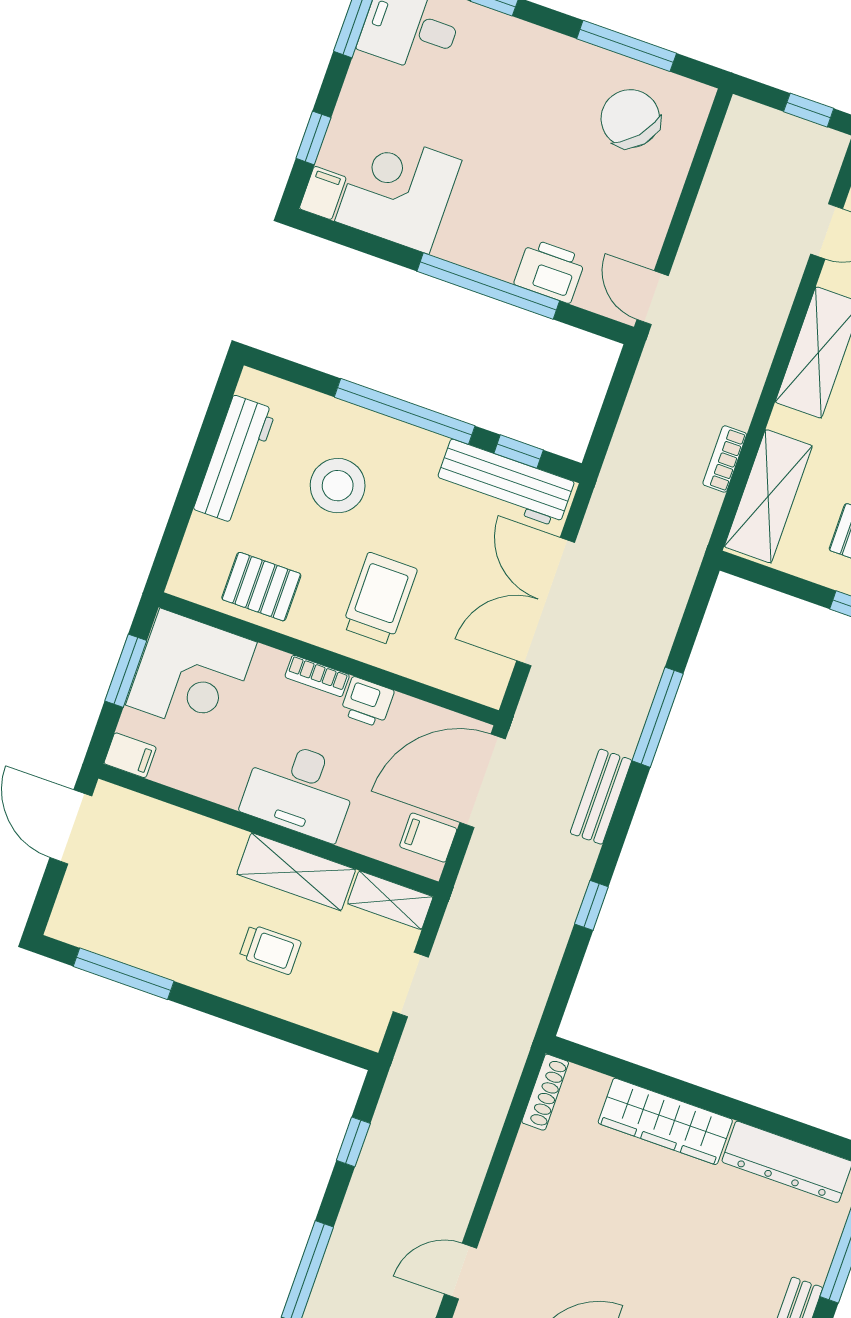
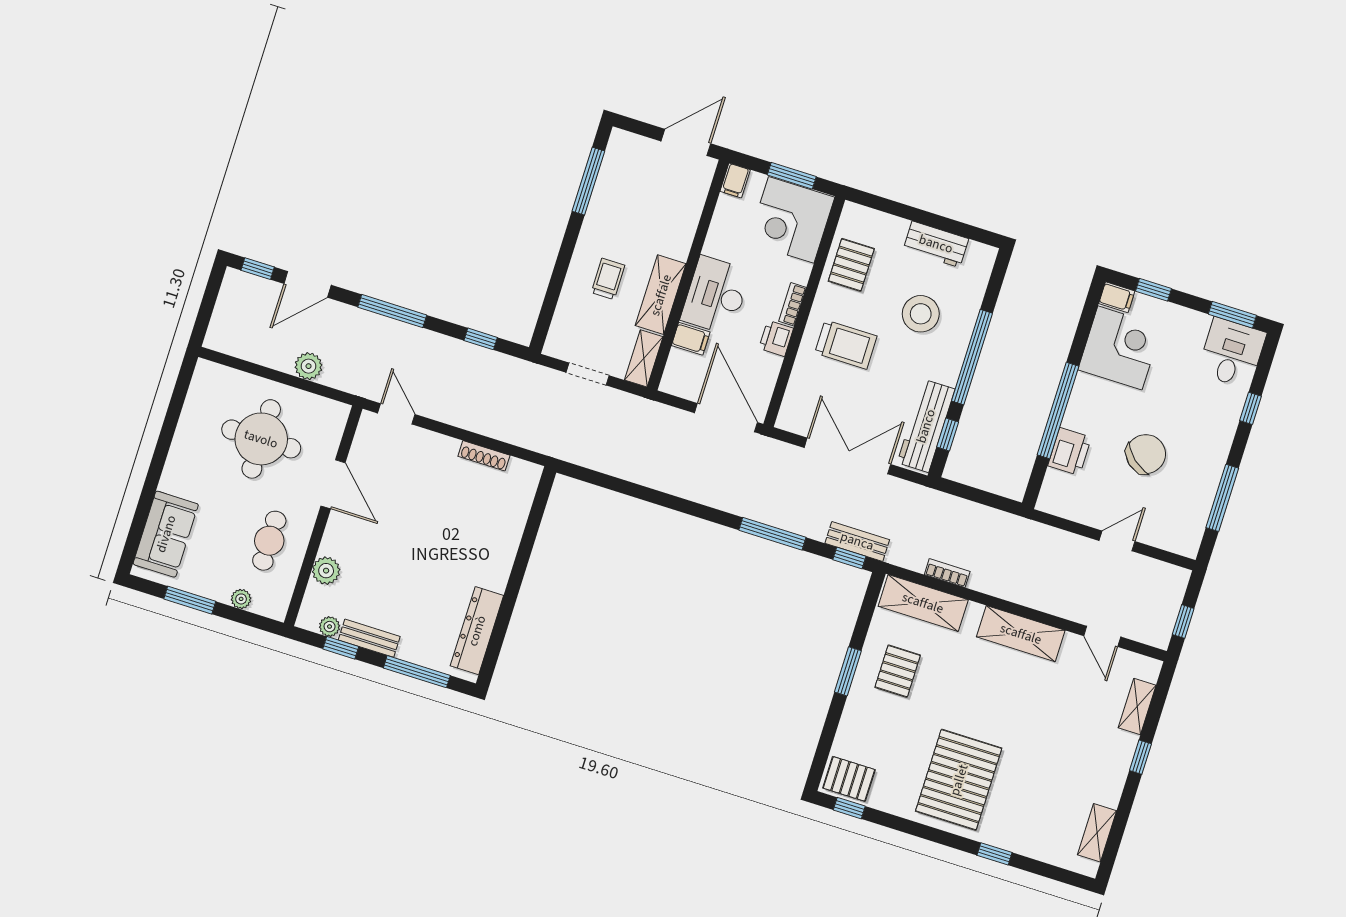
chair: (630, 119) -> (1146, 454), moved
door: (653, 298) -> (1117, 541), moved
workbench: (235, 459) -> (936, 244), width x0.73
bench: (601, 797) -> (857, 541), moved
filing cabinet: (428, 838) -> (691, 339), moved, turned 90
window: (591, 905) -> (849, 558), moved
trolley: (270, 949) -> (608, 279), turned 180
shoe rack: (545, 1092) -> (484, 456), moved
wardrobe: (665, 1121) -> (501, 548), removed

